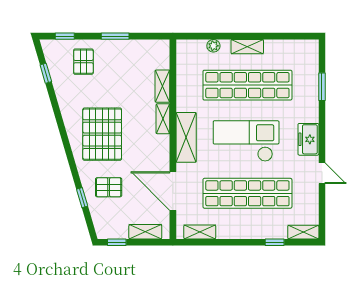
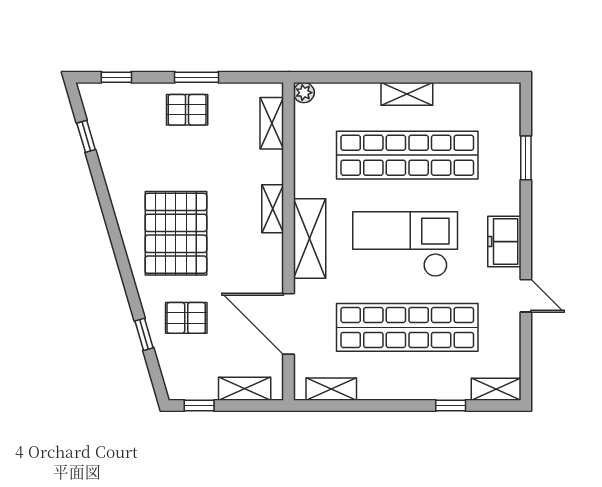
plant: (213, 46) -> (304, 93), moved
pallet: (83, 62) -> (187, 110), moved, turned 90
shelving: (162, 86) -> (272, 123), moved

